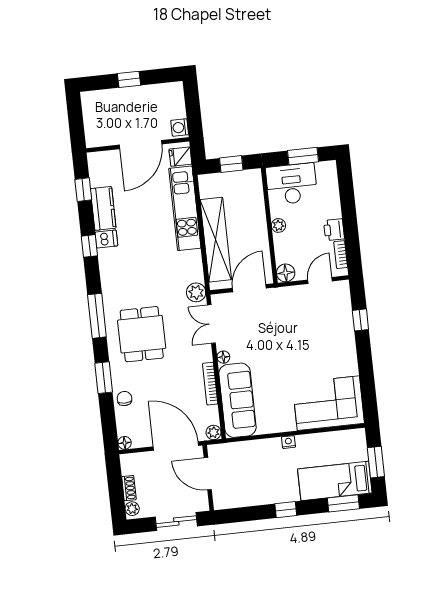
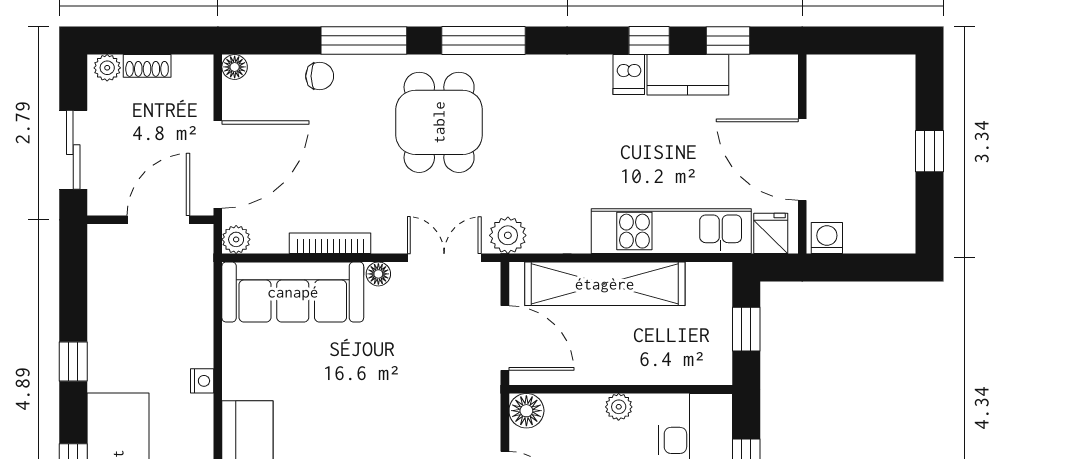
window: (89, 246) -> (649, 41), moved
dining table: (142, 334) -> (439, 122), turned 90
window: (104, 378) -> (364, 41), width x1.44

